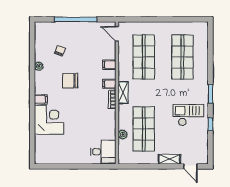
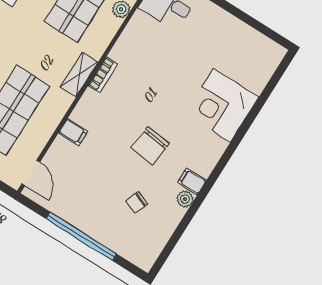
chair: (70, 81) -> (150, 146), turned 96
filing cabinet: (109, 84) -> (92, 102), removed
filing cabinet: (41, 99) -> (192, 181), moved

